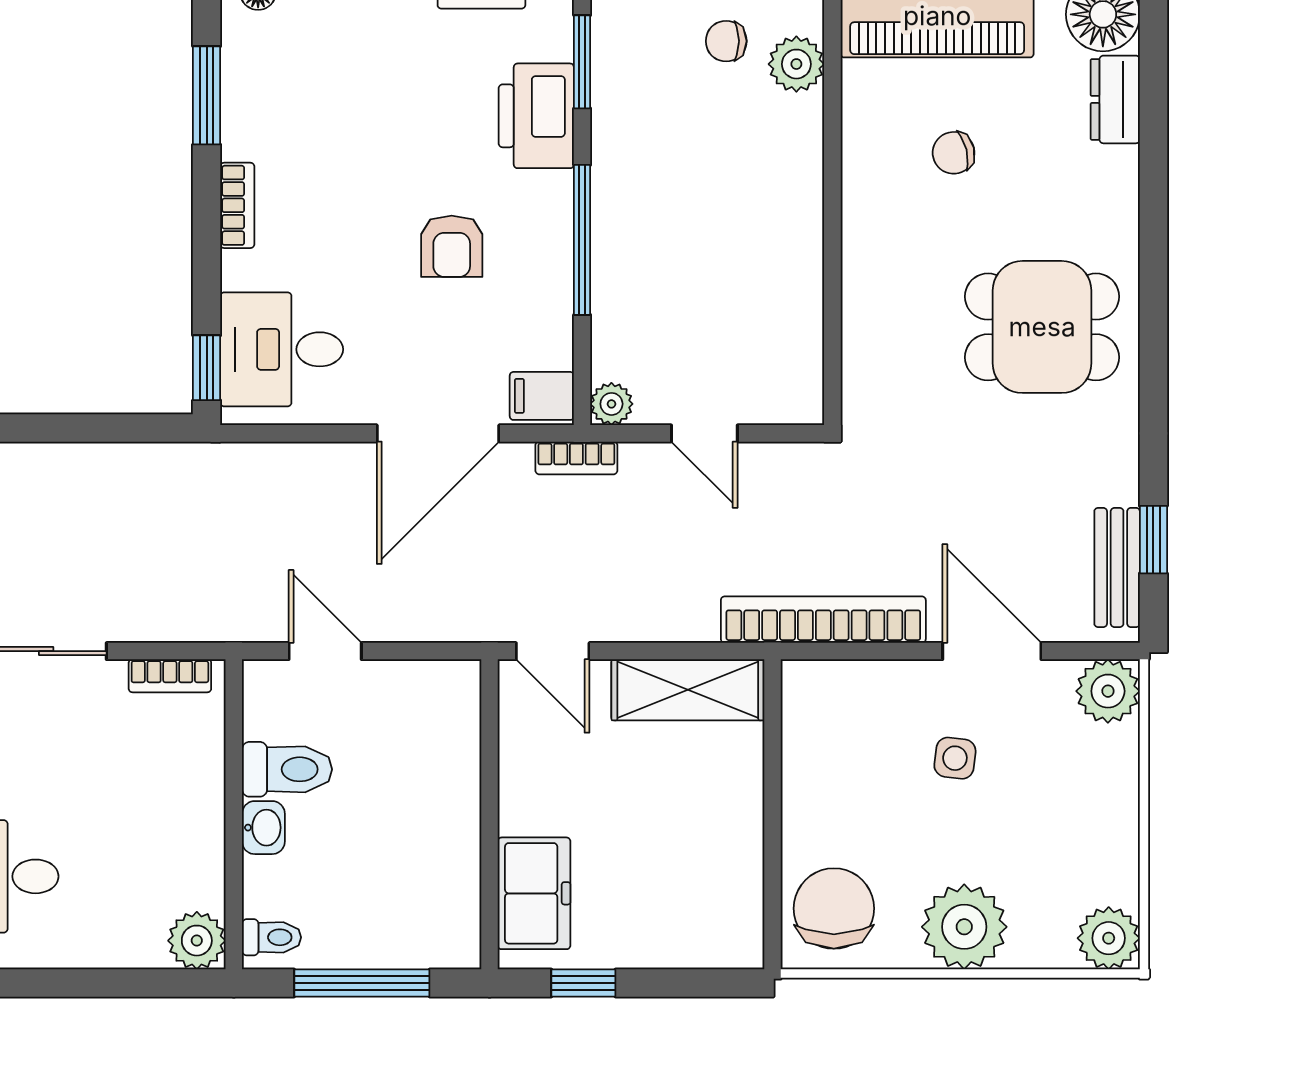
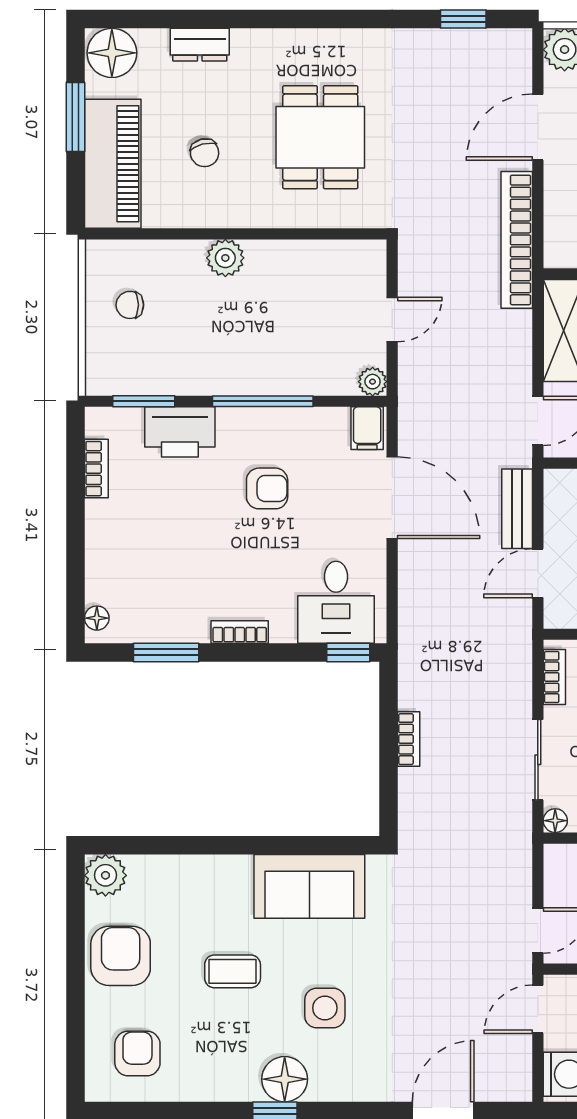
chair: (726, 41) -> (130, 305), turned 90
plant: (796, 64) -> (225, 258), moved
dresser: (1115, 99) -> (200, 45), moved
dining table: (1042, 327) -> (320, 137), moved
bookcase: (576, 458) -> (409, 739), moved
bench: (1117, 567) -> (517, 509), moved, turned 90

